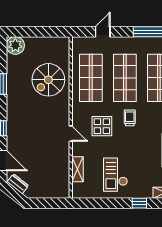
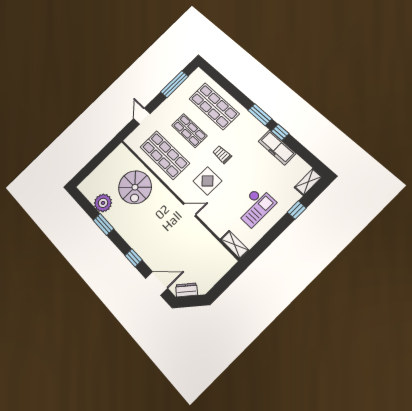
plant: (15, 45) -> (103, 203), moved
shop shelf: (125, 78) -> (189, 131), width x0.70, depth x0.74
shelving: (78, 169) -> (235, 245), moved
checkout: (116, 175) -> (255, 207), turned -90

